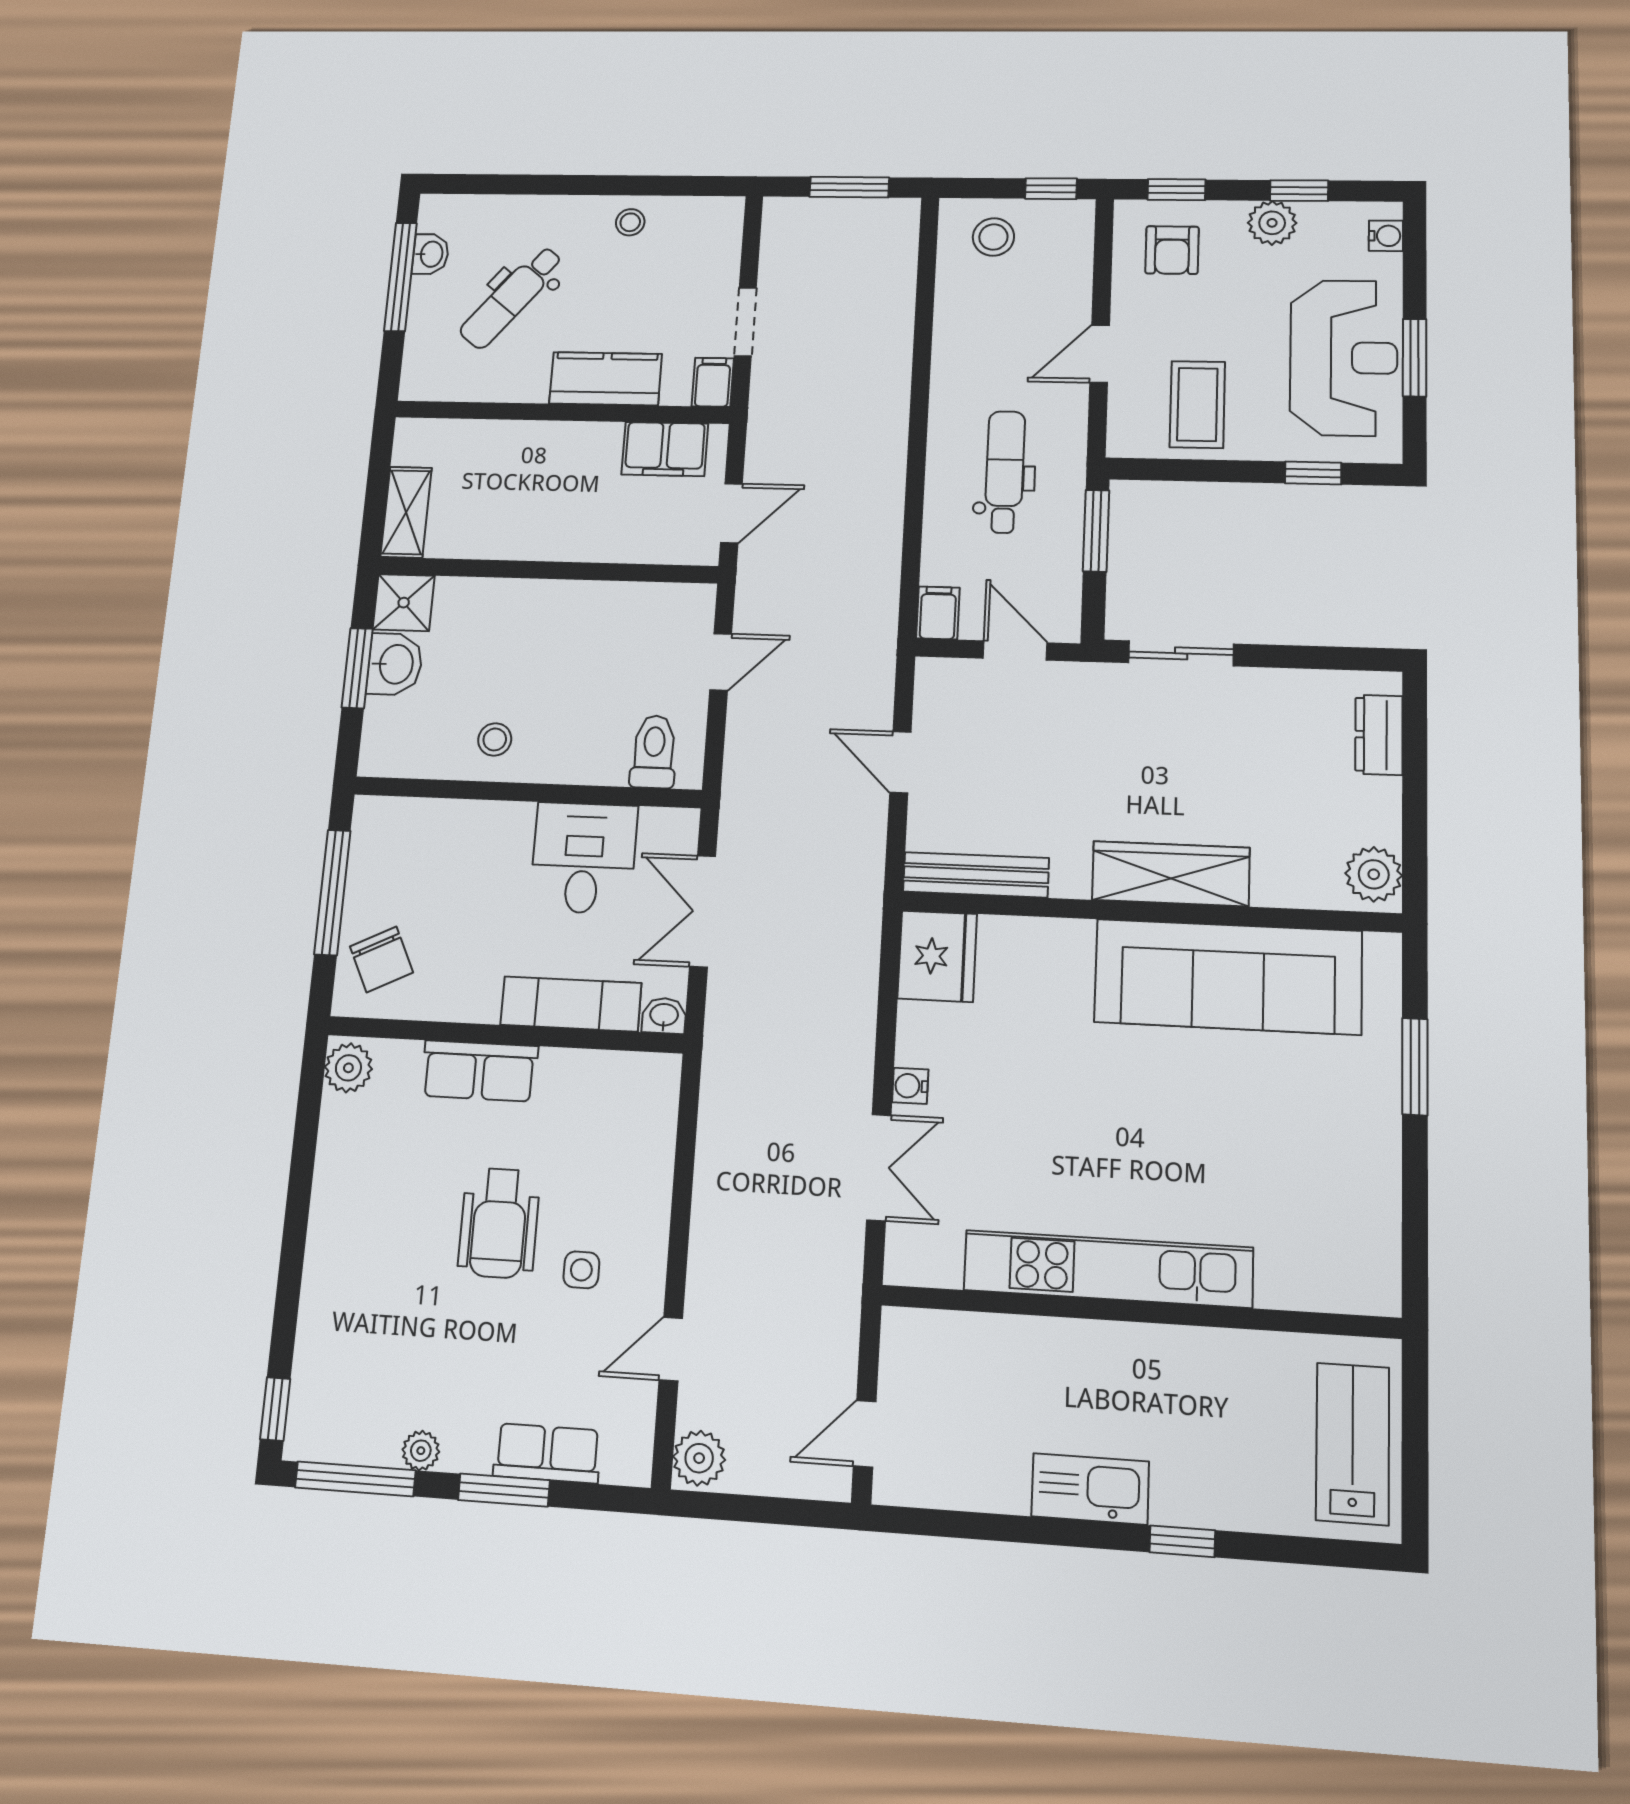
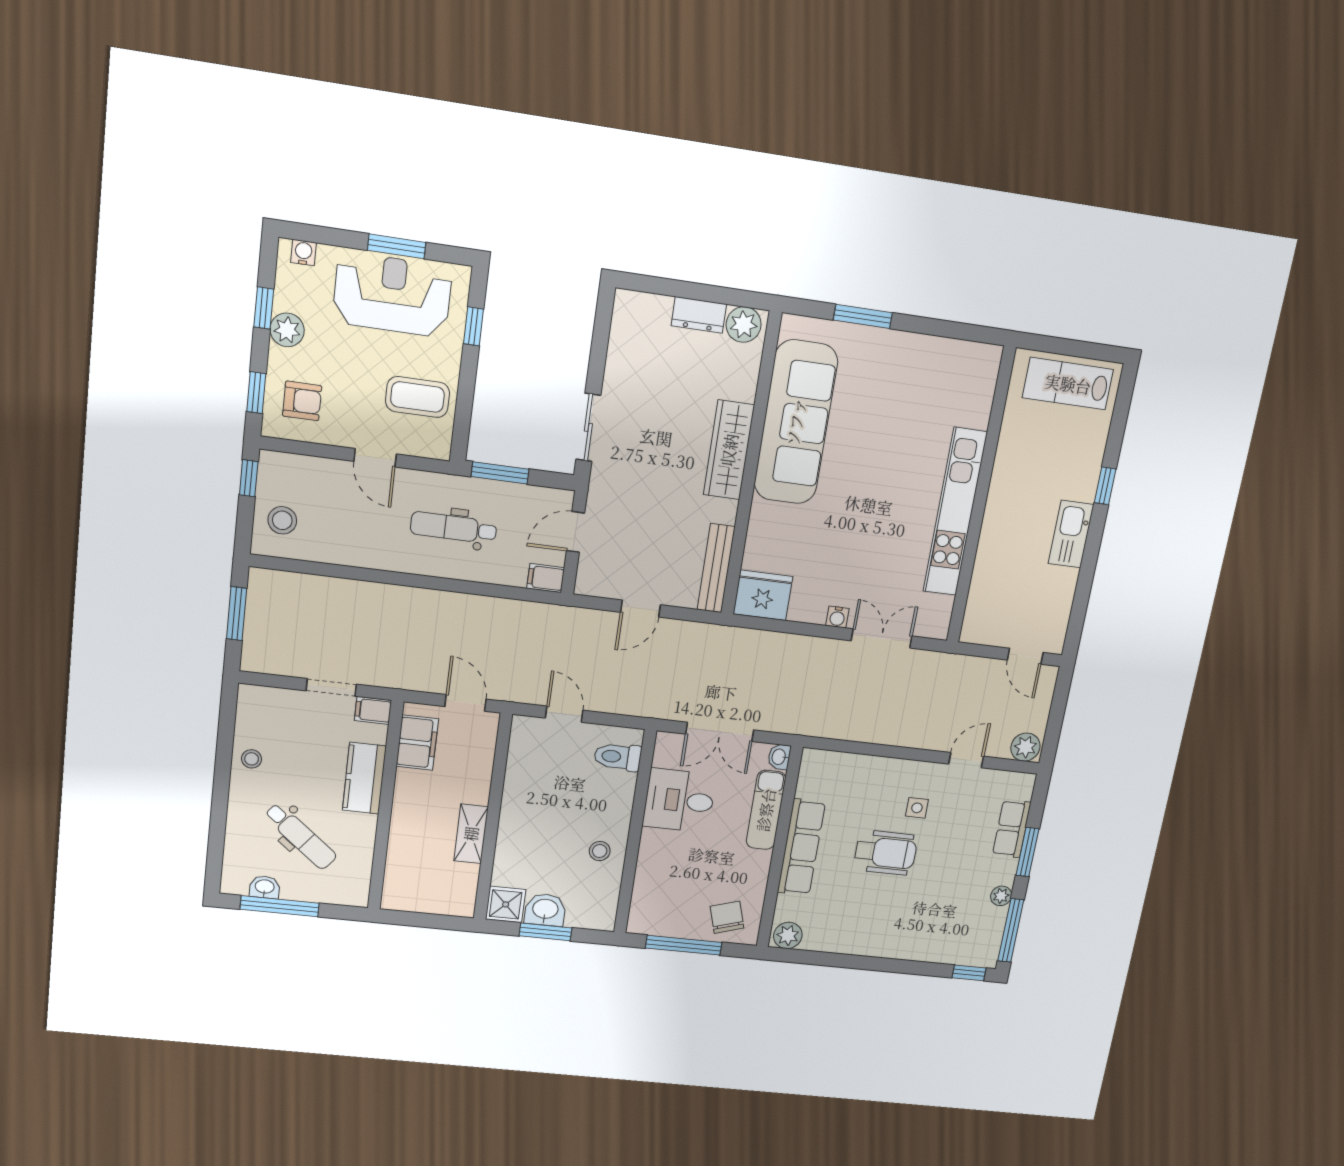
shelving: (406, 512) -> (471, 834), moved, turned 90
dresser: (1379, 735) -> (699, 315), moved
chair: (381, 959) -> (727, 917), turned -81
row of seats: (479, 1071) -> (801, 847), width x1.48
door: (671, 1349) -> (966, 760), swing flipped

